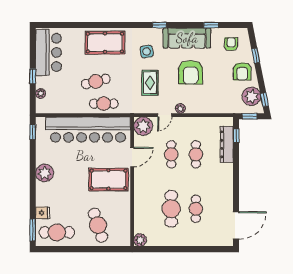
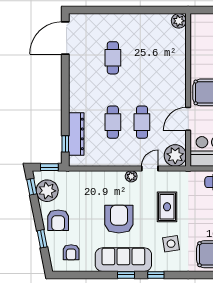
window: (211, 25) -> (126, 275), moved
armchair: (242, 71) -> (58, 220), turned 180
cafe table: (171, 209) -> (142, 58), removed

